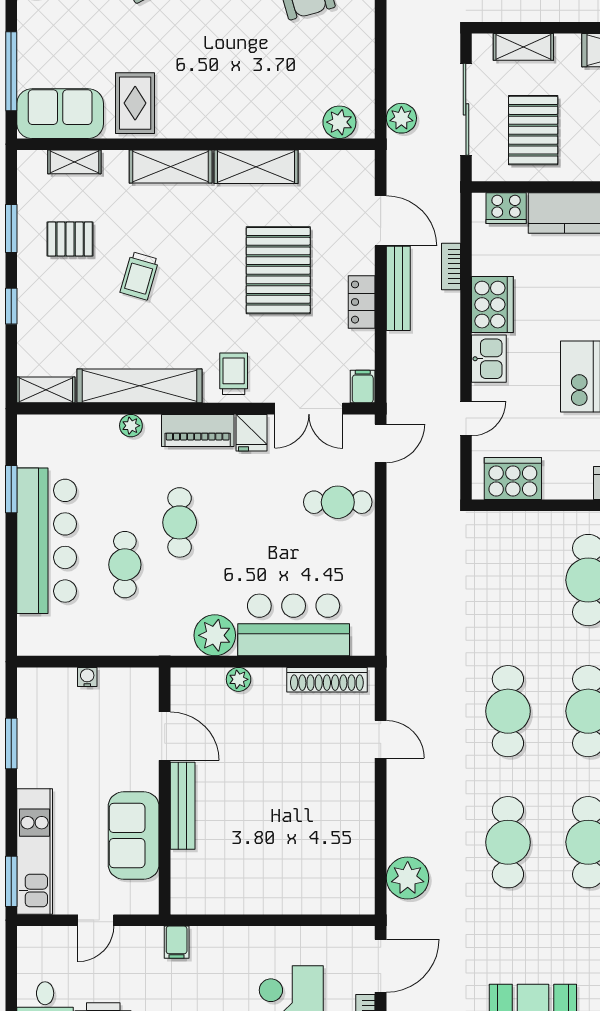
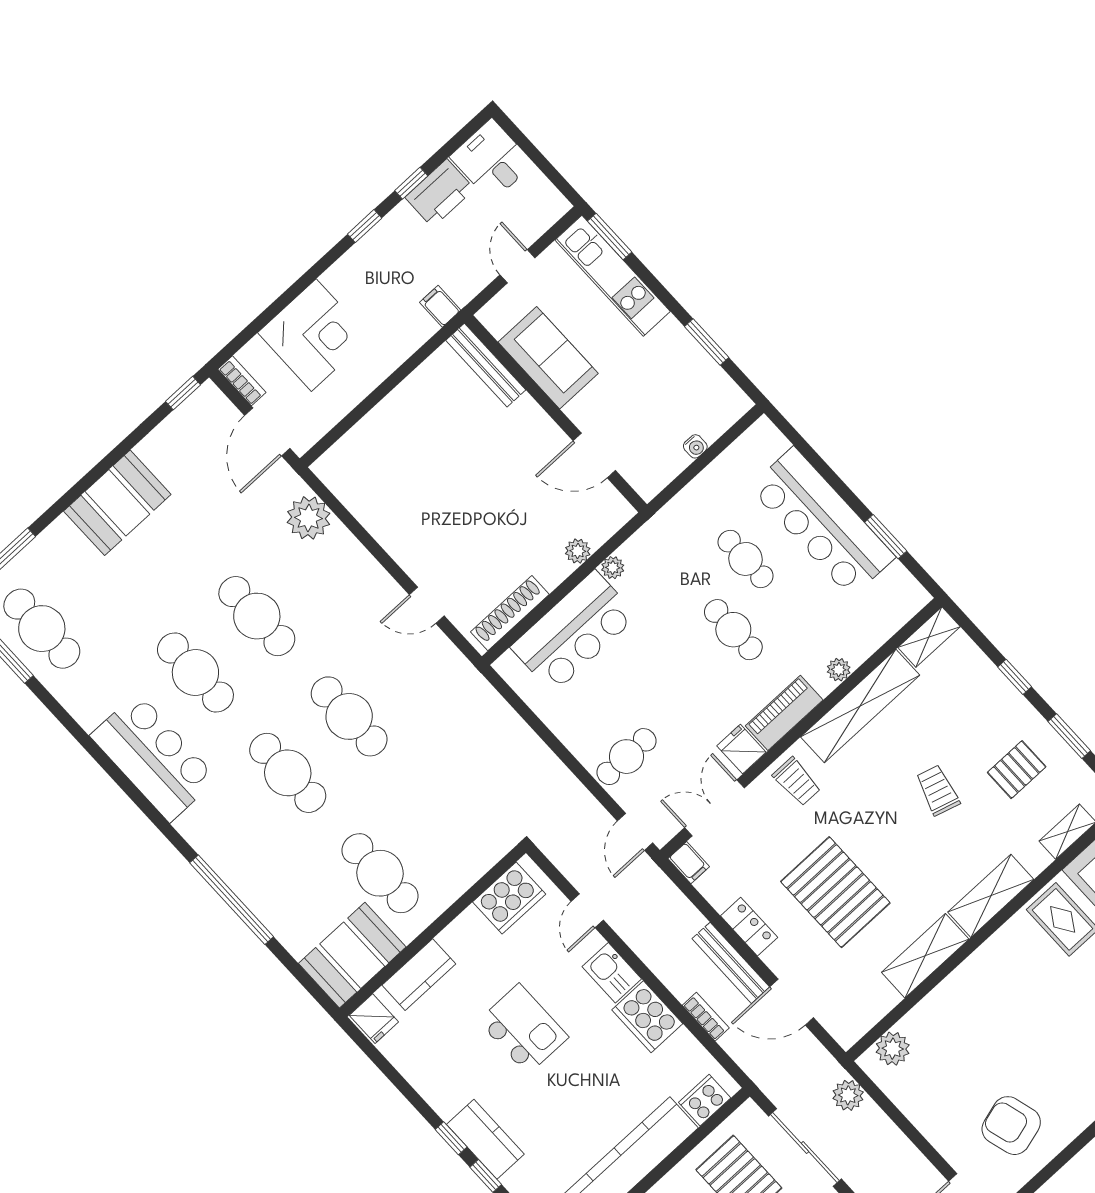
plant: (215, 635) -> (613, 568), width x0.53, depth x0.53
bench: (183, 806) -> (486, 365), moved

